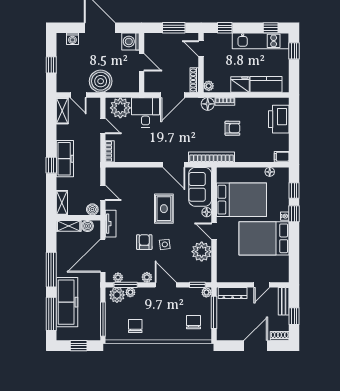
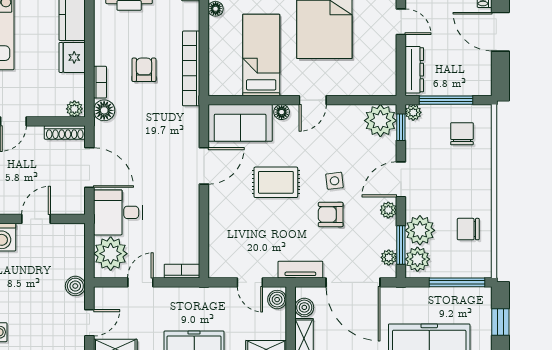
boiler: (101, 81) -> (75, 286), width x0.54, depth x0.54
bookcase: (212, 157) -> (191, 68), moved
door: (103, 193) -> (250, 282), swing flipped
bed: (241, 200) -> (261, 55), width x0.67
plant: (202, 252) -> (380, 121), moved
plant: (130, 292) -> (420, 230), width x1.87, depth x1.87
chair: (193, 322) -> (462, 134), turned 90

